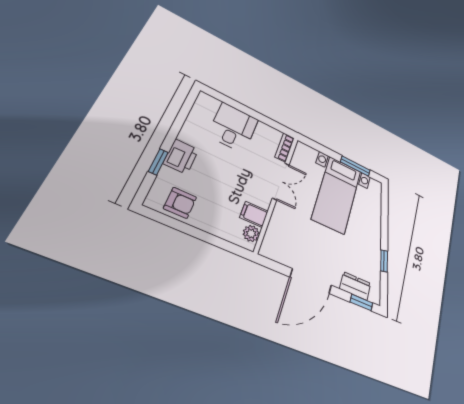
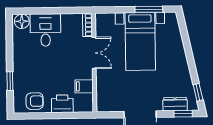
floor lamp: (209, 104) -> (22, 21), added
printer: (181, 157) -> (62, 104), moved, turned -90
plant: (251, 234) -> (87, 100), removed
window: (384, 261) -> (198, 92), moved

